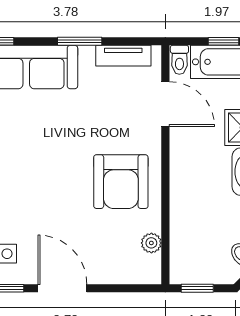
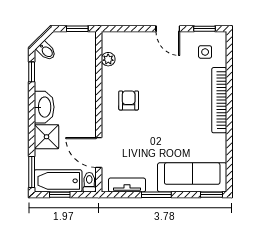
armchair: (121, 182) -> (129, 100), width x0.53, depth x0.53
door: (62, 288) -> (168, 29), width x0.73

